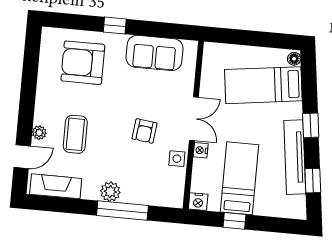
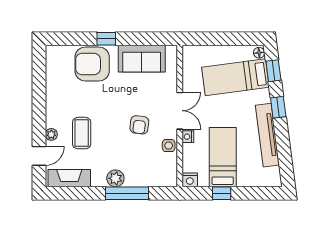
armchair: (83, 63) -> (92, 64), moved
window: (313, 181) -> (273, 71), moved

